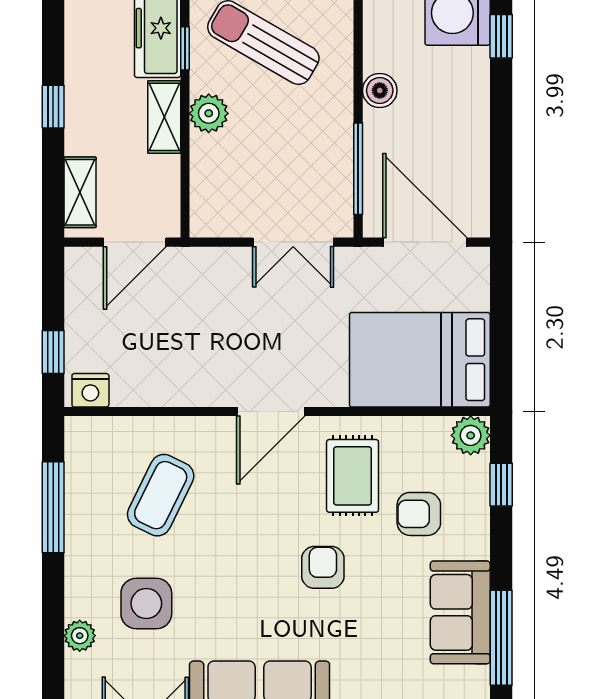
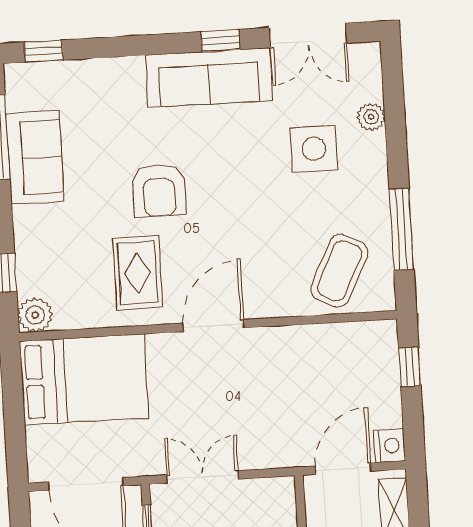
nightstand: (90, 390) -> (390, 446), moved, turned 90
coffee table: (161, 495) -> (339, 271), moved
armchair: (419, 514) -> (77, 243), removed
armchair: (323, 567) -> (159, 190), width x1.38, depth x1.38

